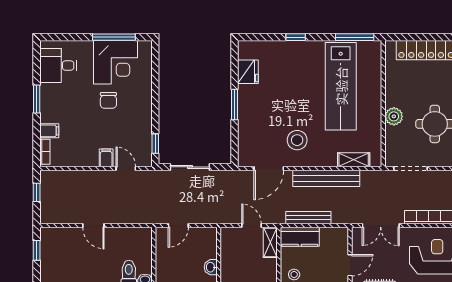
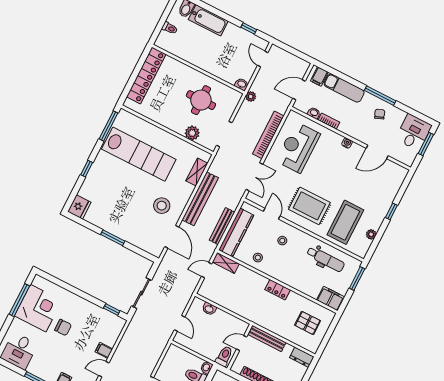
fridge: (248, 72) -> (79, 207), moved, turned 90
plant: (394, 116) -> (192, 133), moved
door: (126, 169) -> (104, 369), moved
kitchen counter: (300, 237) -> (236, 233), width x1.50
washbasin: (211, 267) -> (209, 309), moved

